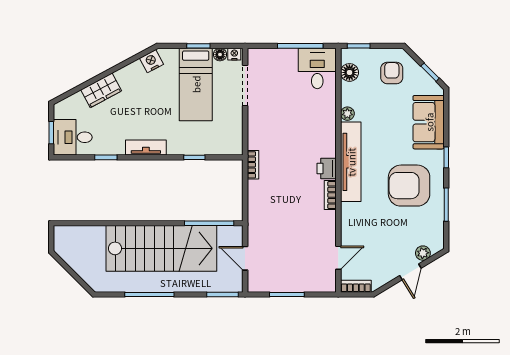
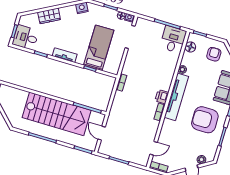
bed: (196, 84) -> (99, 48), moved, turned 180

